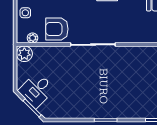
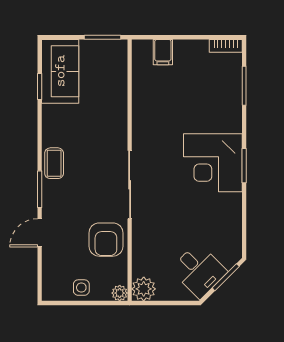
plant: (32, 38) -> (120, 293), moved
corner desk: (107, 99) -> (213, 163), added

